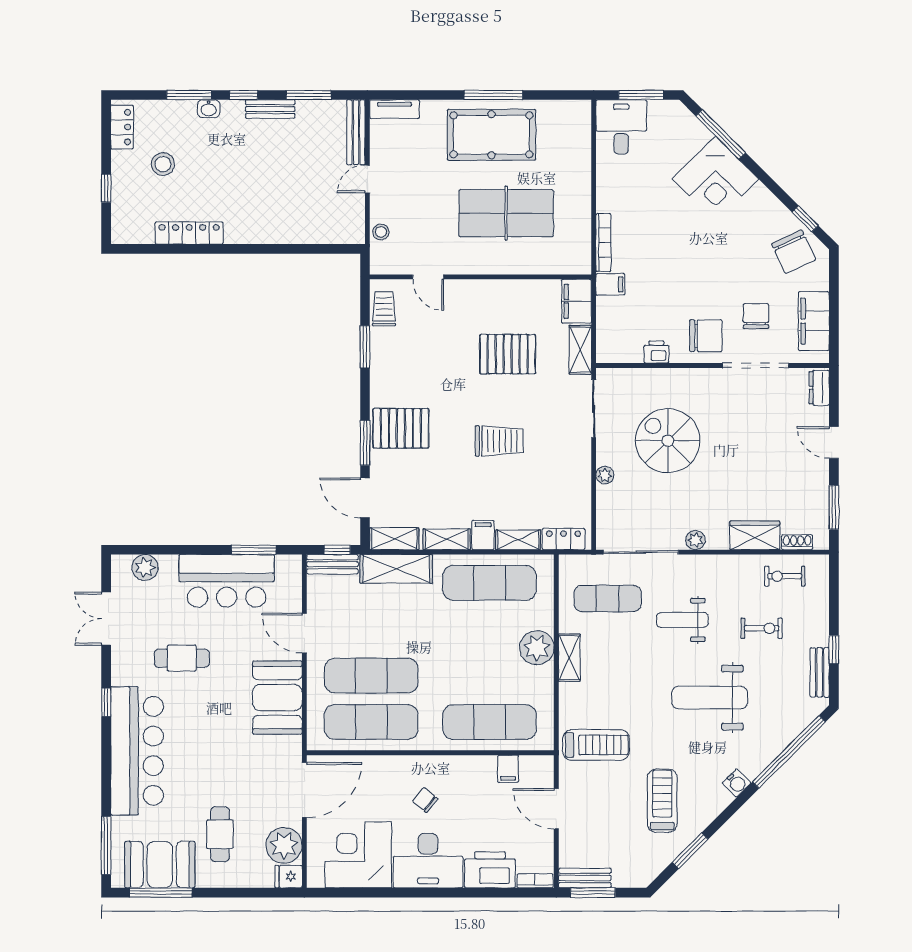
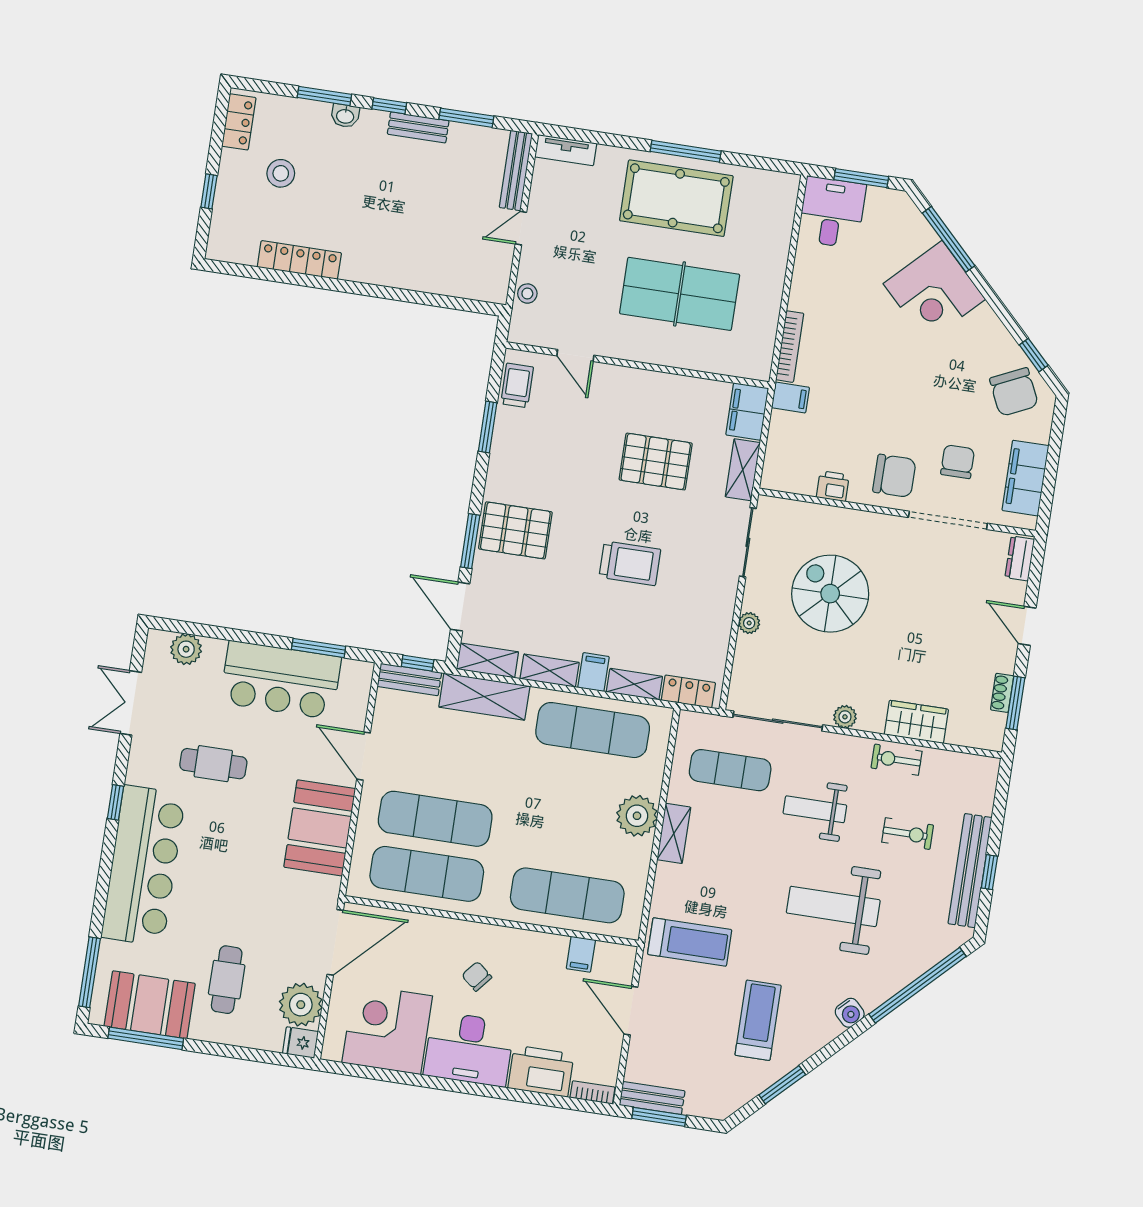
shoe rack: (797, 542) -> (1002, 693), moved, turned -90
exercise bike: (785, 576) -> (897, 760), moved
bench: (820, 672) -> (970, 871), width x1.86, depth x1.21

